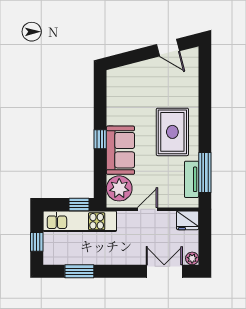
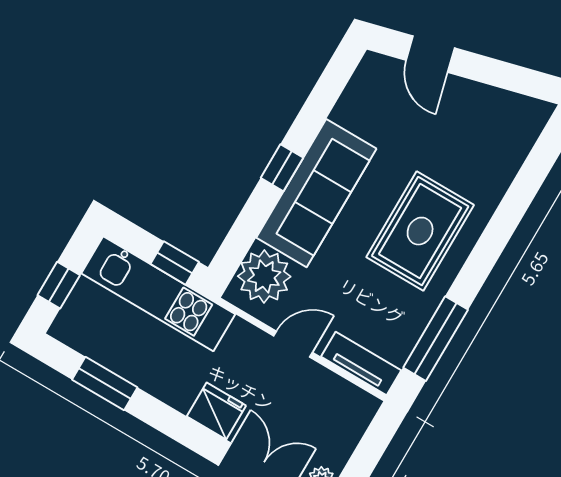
door: (168, 48) -> (430, 54), moved
sofa: (120, 150) -> (316, 193), width x1.36
tv unit: (192, 179) -> (361, 364), moved, turned 90
fridge: (188, 220) -> (216, 411), moved, turned 180

